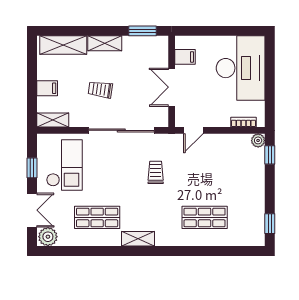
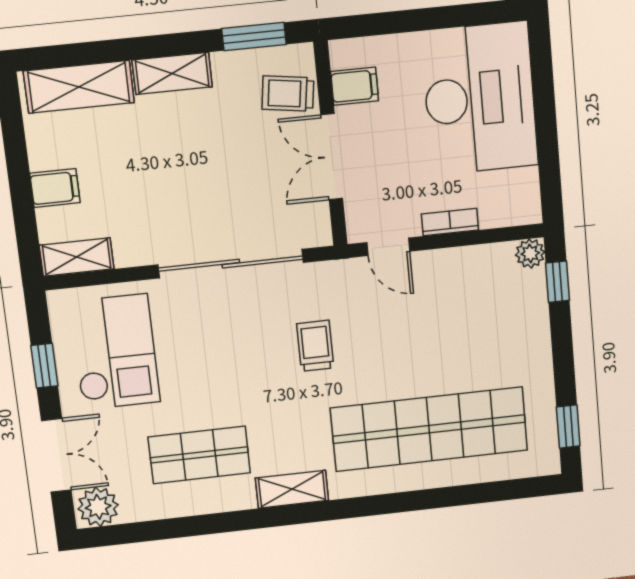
trolley: (100, 90) -> (288, 94), moved
bookcase: (243, 122) -> (450, 222), moved
door: (193, 130) -> (388, 247), hinge flipped
shop shelf: (205, 217) -> (429, 429), width x2.00, depth x1.36

